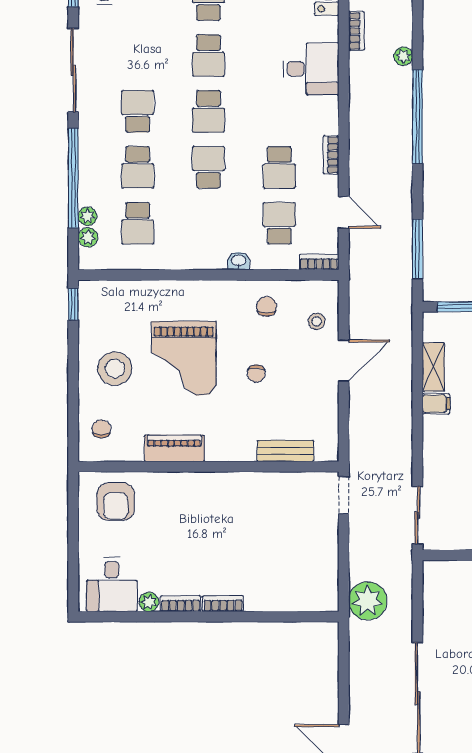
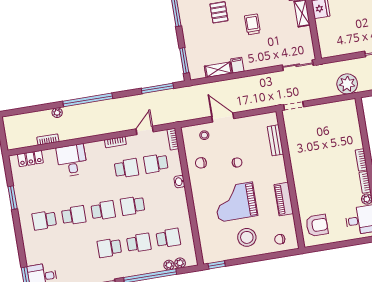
grand piano: (184, 358) -> (236, 202), turned 180

